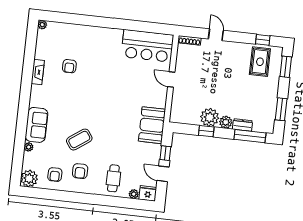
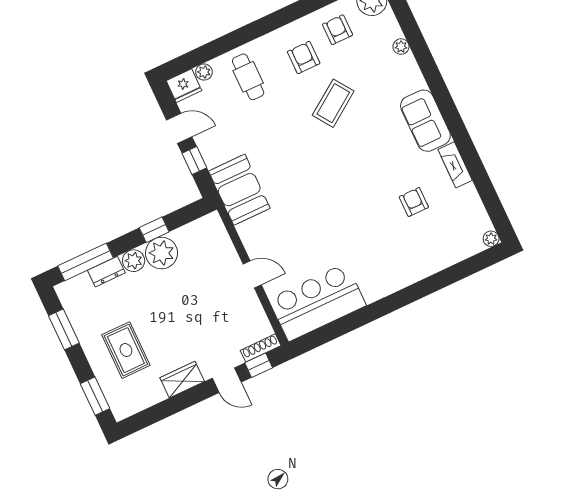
window: (263, 40) -> (259, 365), moved
wardrobe: (238, 49) -> (182, 380), added
rug: (260, 62) -> (126, 350), moved
sofa: (36, 125) -> (425, 121), moved

